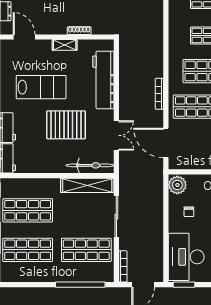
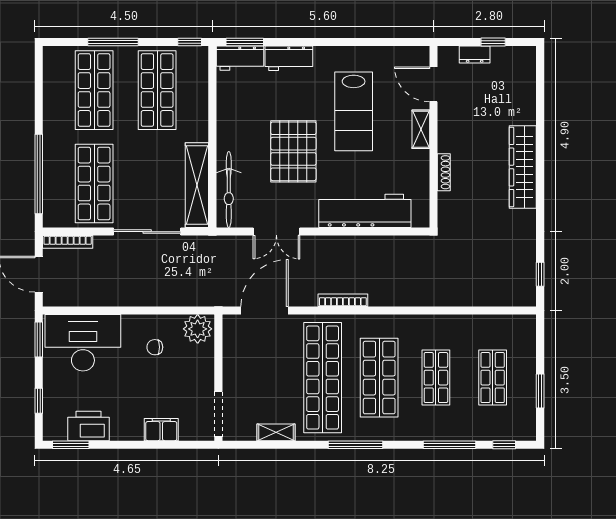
door: (24, 37) -> (434, 84), swing flipped
shelving: (65, 45) -> (421, 129), moved

